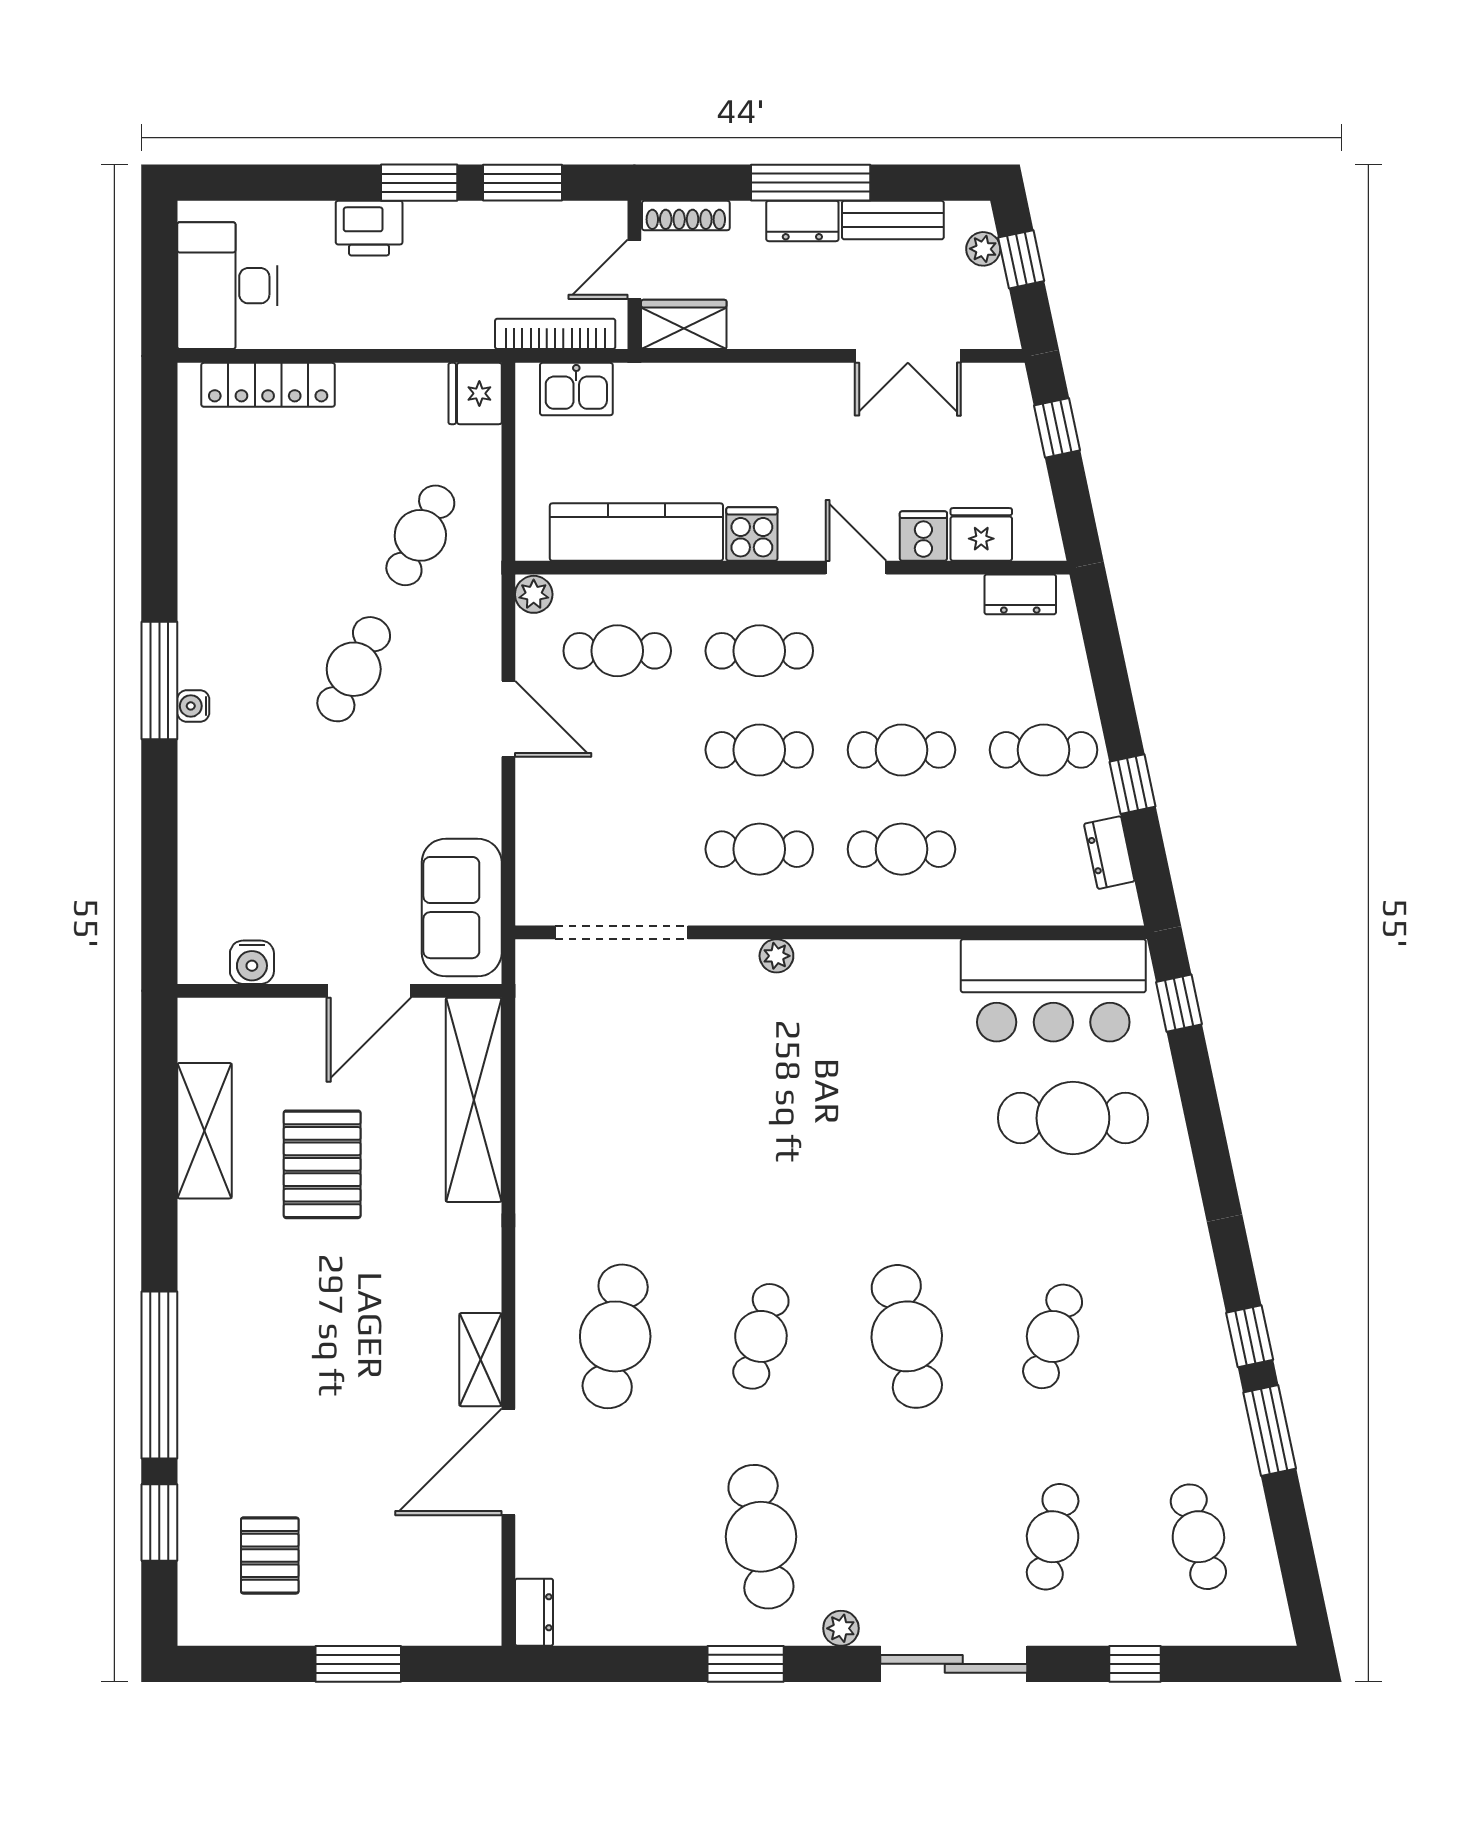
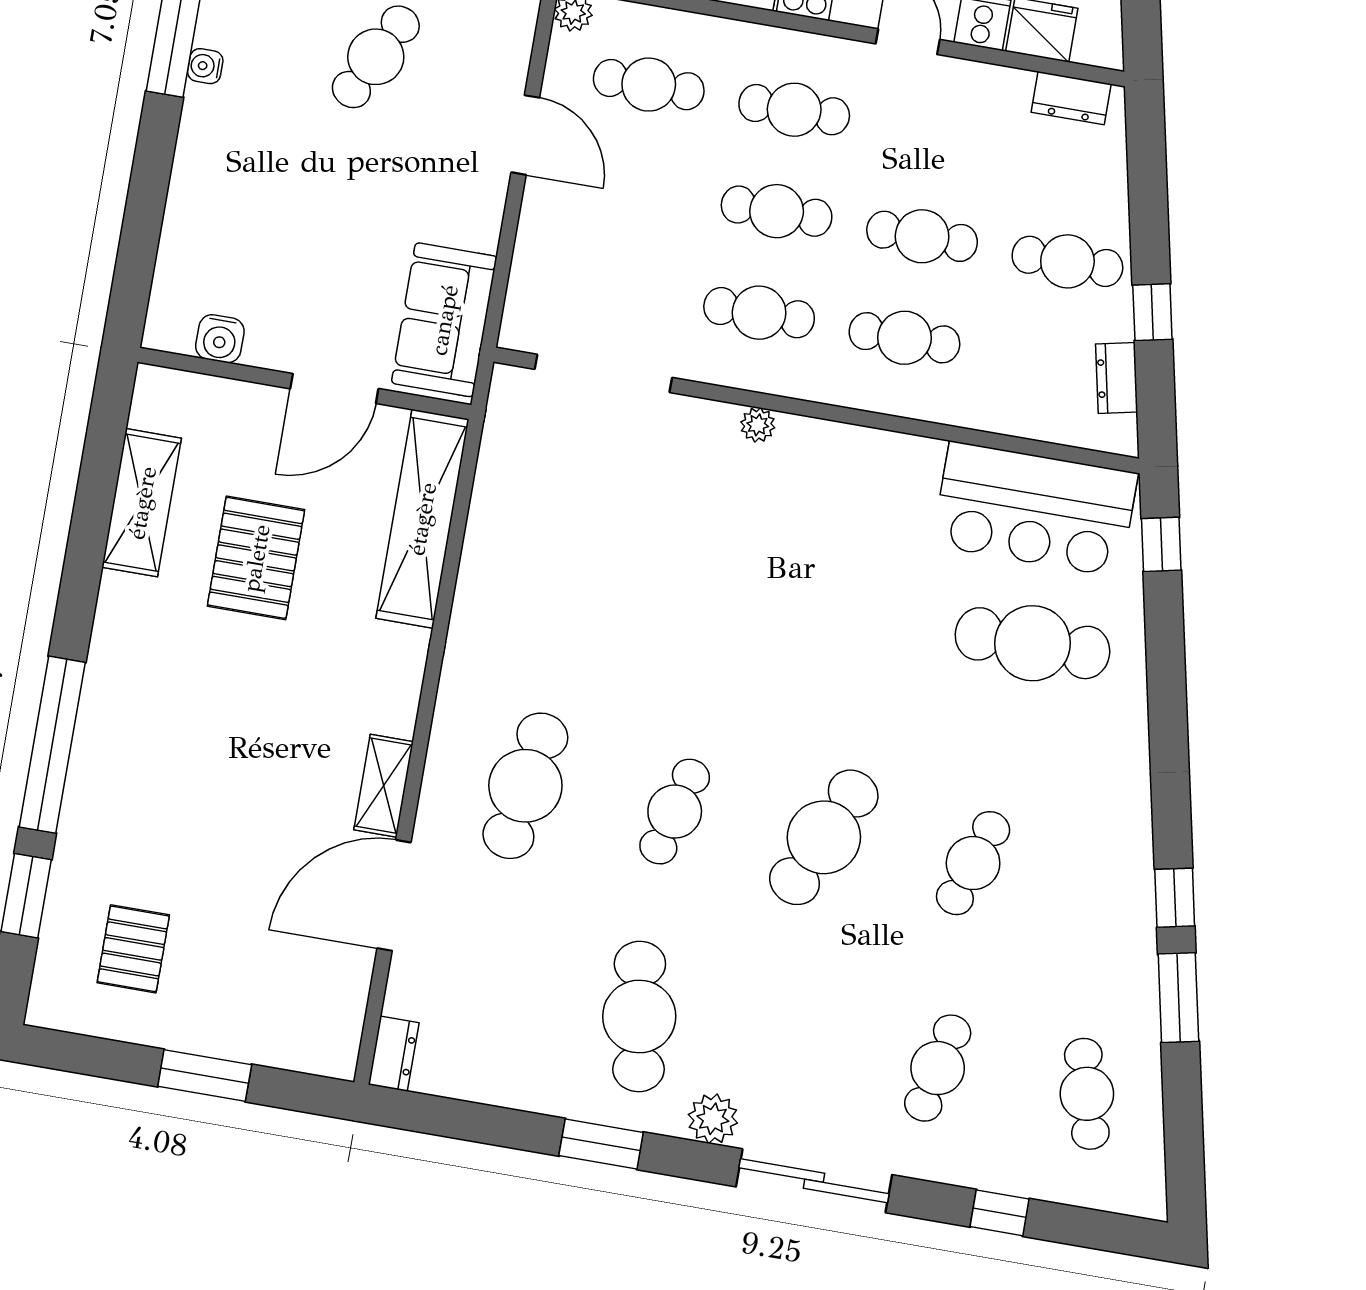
cafe table: (907, 1336) -> (824, 837), turned 36
plant: (841, 1628) -> (713, 1119), width x1.38, depth x1.38

